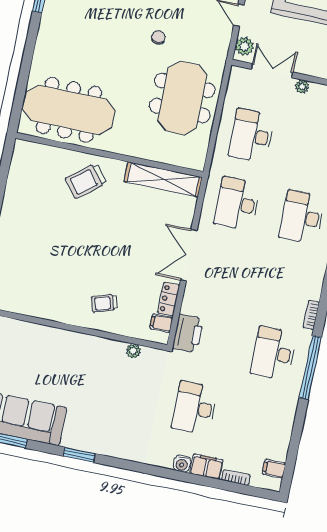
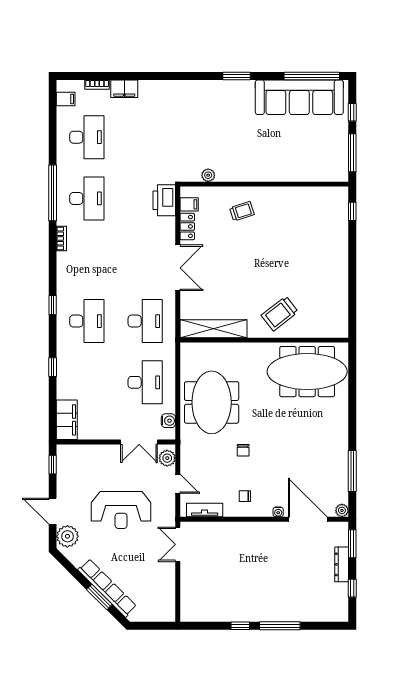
plant: (302, 87) -> (110, 434), removed
trolley: (86, 181) -> (280, 314), turned 180
desk: (195, 408) -> (87, 137), moved
water cooler: (182, 464) -> (168, 421), moved, turned 90

